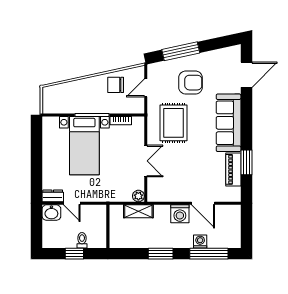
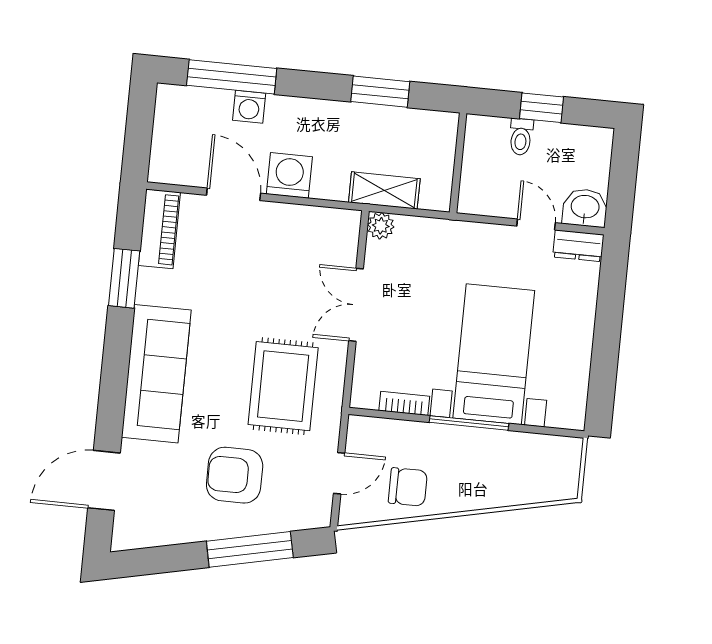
piano: (233, 169) -> (159, 229), moved
window: (161, 254) -> (380, 92), moved

